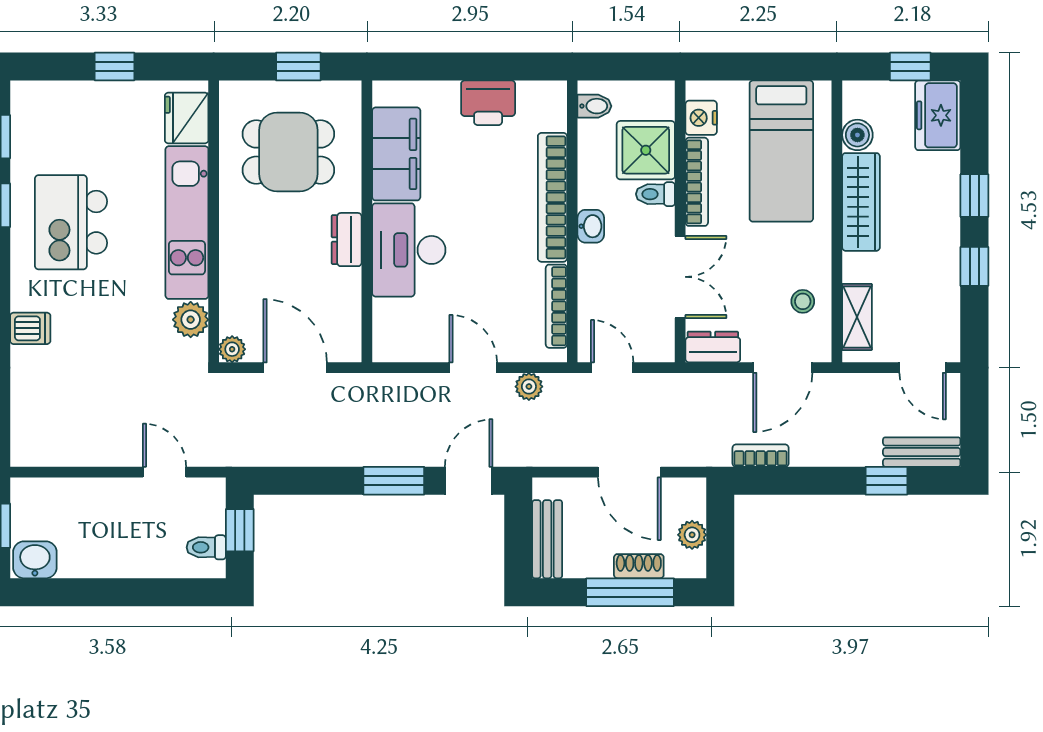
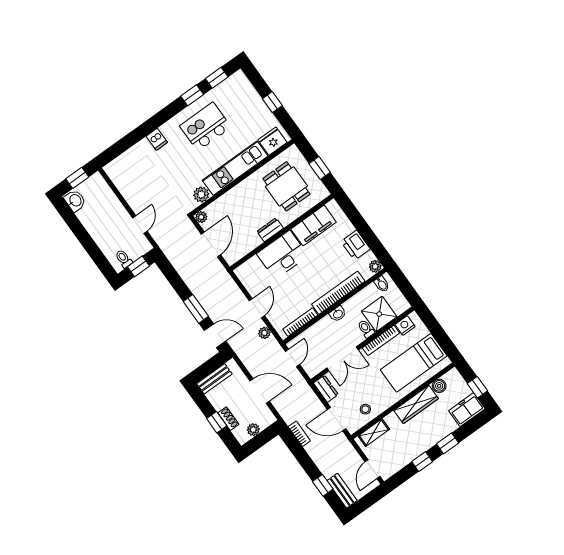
plant: (553, 95) -> (375, 266), added
door: (629, 472) -> (260, 391), swing flipped
window: (630, 592) -> (217, 422), width x0.46

